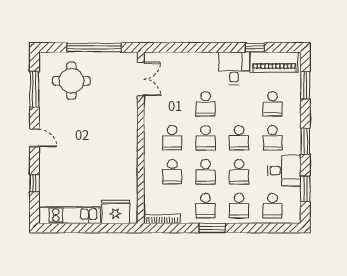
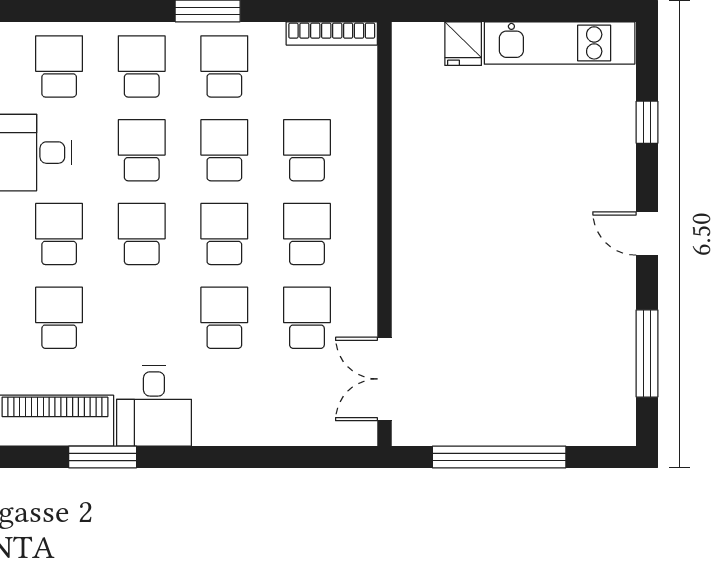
window: (255, 47) -> (103, 457), width x1.50
round table: (71, 81) -> (556, 375), removed
school desk: (172, 104) -> (307, 318), added
fridge: (115, 212) -> (463, 44), width x0.53, depth x0.75

